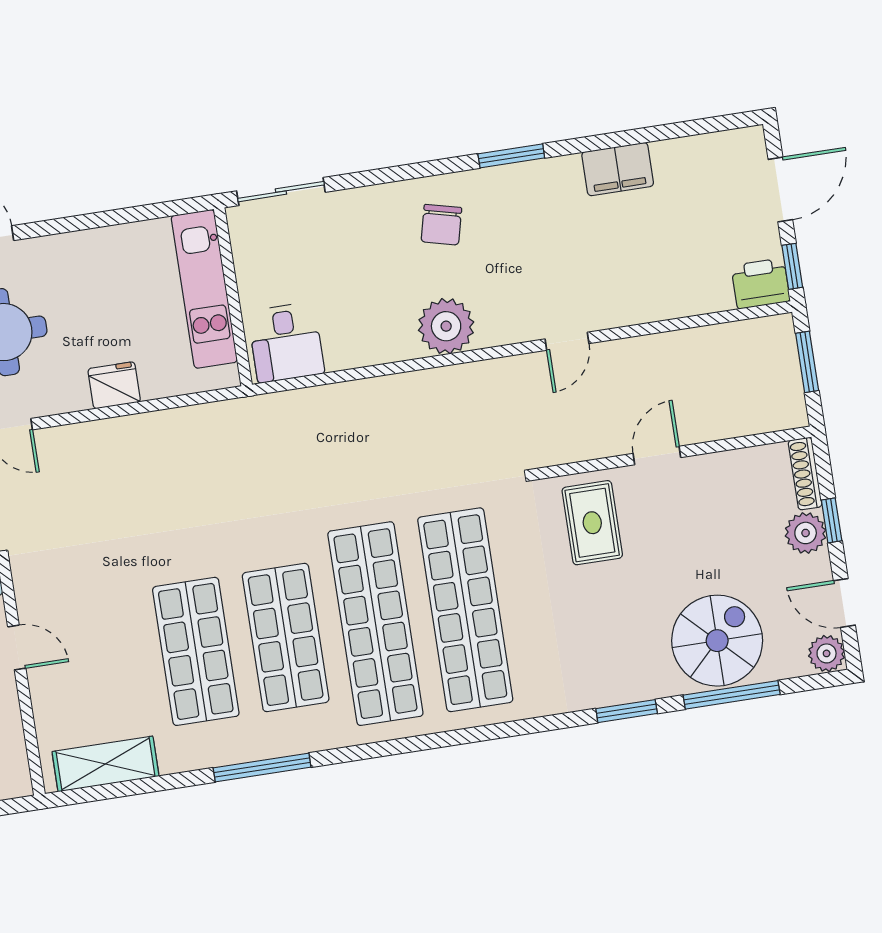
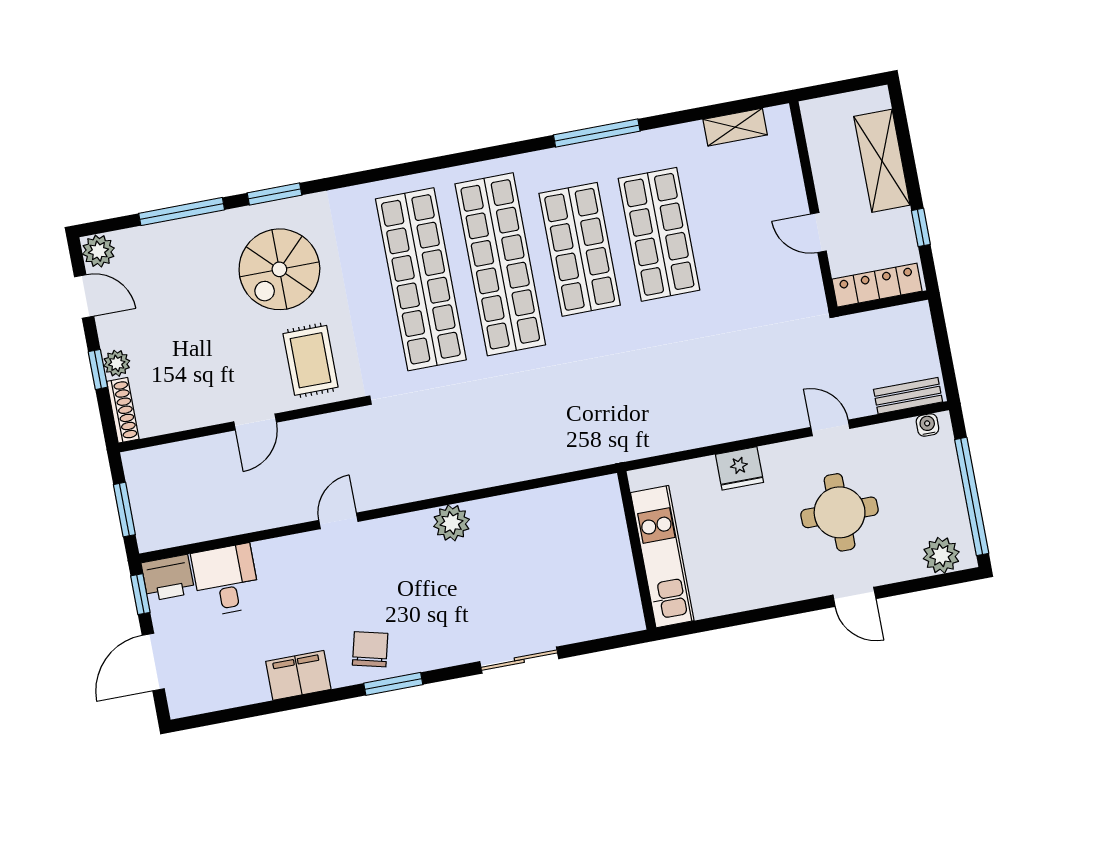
sliding door: (281, 192) -> (519, 660), moved
chair: (441, 225) -> (370, 649), moved
plant: (446, 326) -> (452, 523), width x0.73, depth x0.73
desk: (286, 342) -> (226, 580), moved
plant: (806, 533) -> (117, 363), width x0.73, depth x0.73
spiral stairs: (717, 641) -> (279, 269), moved
shelving: (105, 764) -> (735, 127), width x0.67, depth x0.75

